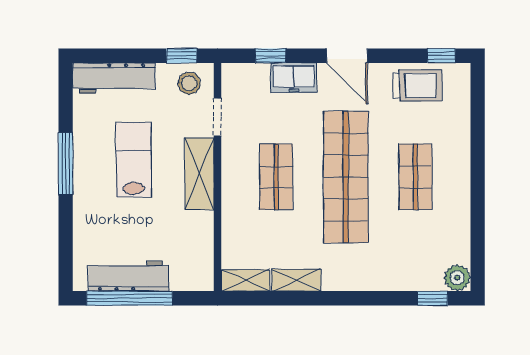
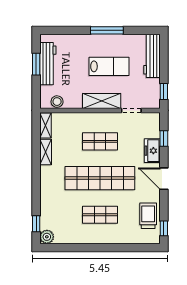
door: (347, 56) -> (164, 179), hinge flipped
stool: (189, 83) -> (57, 102), moved
trolley: (417, 86) -> (148, 216), turned 180
window: (130, 298) -> (36, 64), width x0.47

